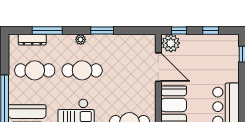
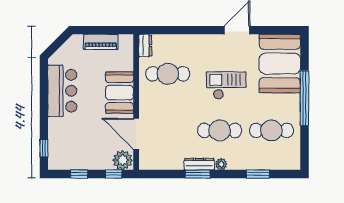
window: (47, 30) -> (258, 174), width x0.69
dresser: (32, 40) -> (199, 164), moved

